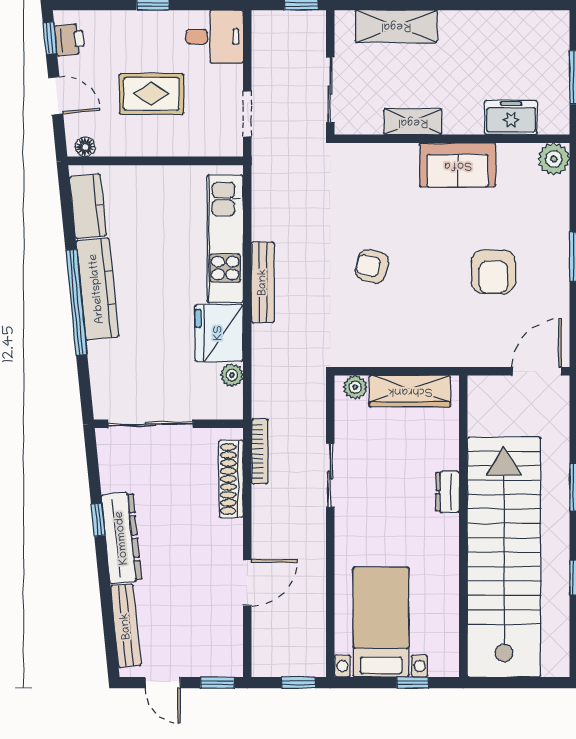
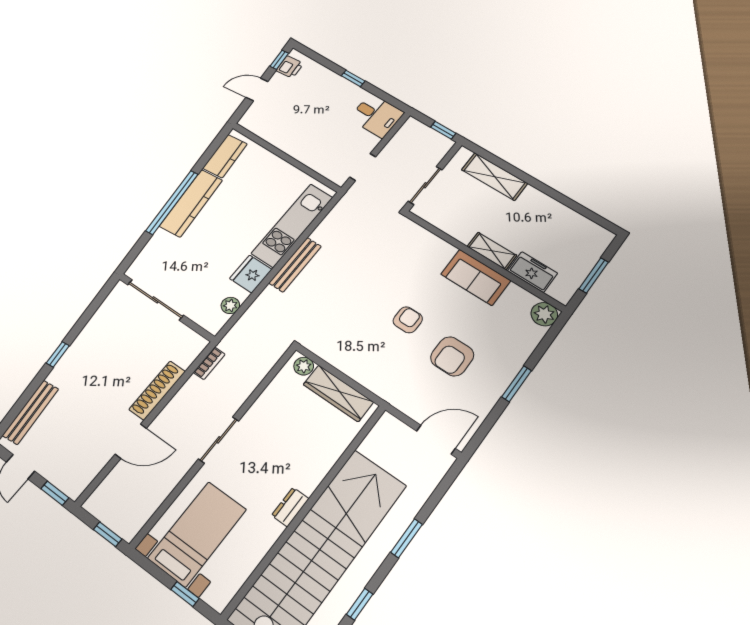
rug: (151, 94) -> (314, 122), removed
door: (56, 96) -> (257, 89), swing flipped
shelving: (413, 122) -> (492, 251), moved
floor lamp: (85, 147) -> (251, 125), removed
armchair: (372, 266) -> (408, 320), moved, turned 76
fridge: (219, 333) -> (251, 274), width x0.73, depth x0.75
bookcase: (260, 451) -> (209, 363), width x0.64
sliding door: (330, 475) -> (219, 440), moved
shoe rack: (231, 479) -> (157, 390), moved
dresser: (447, 492) -> (290, 507), moved
window: (98, 520) -> (58, 354), moved
dresser: (122, 538) -> (77, 355), removed

